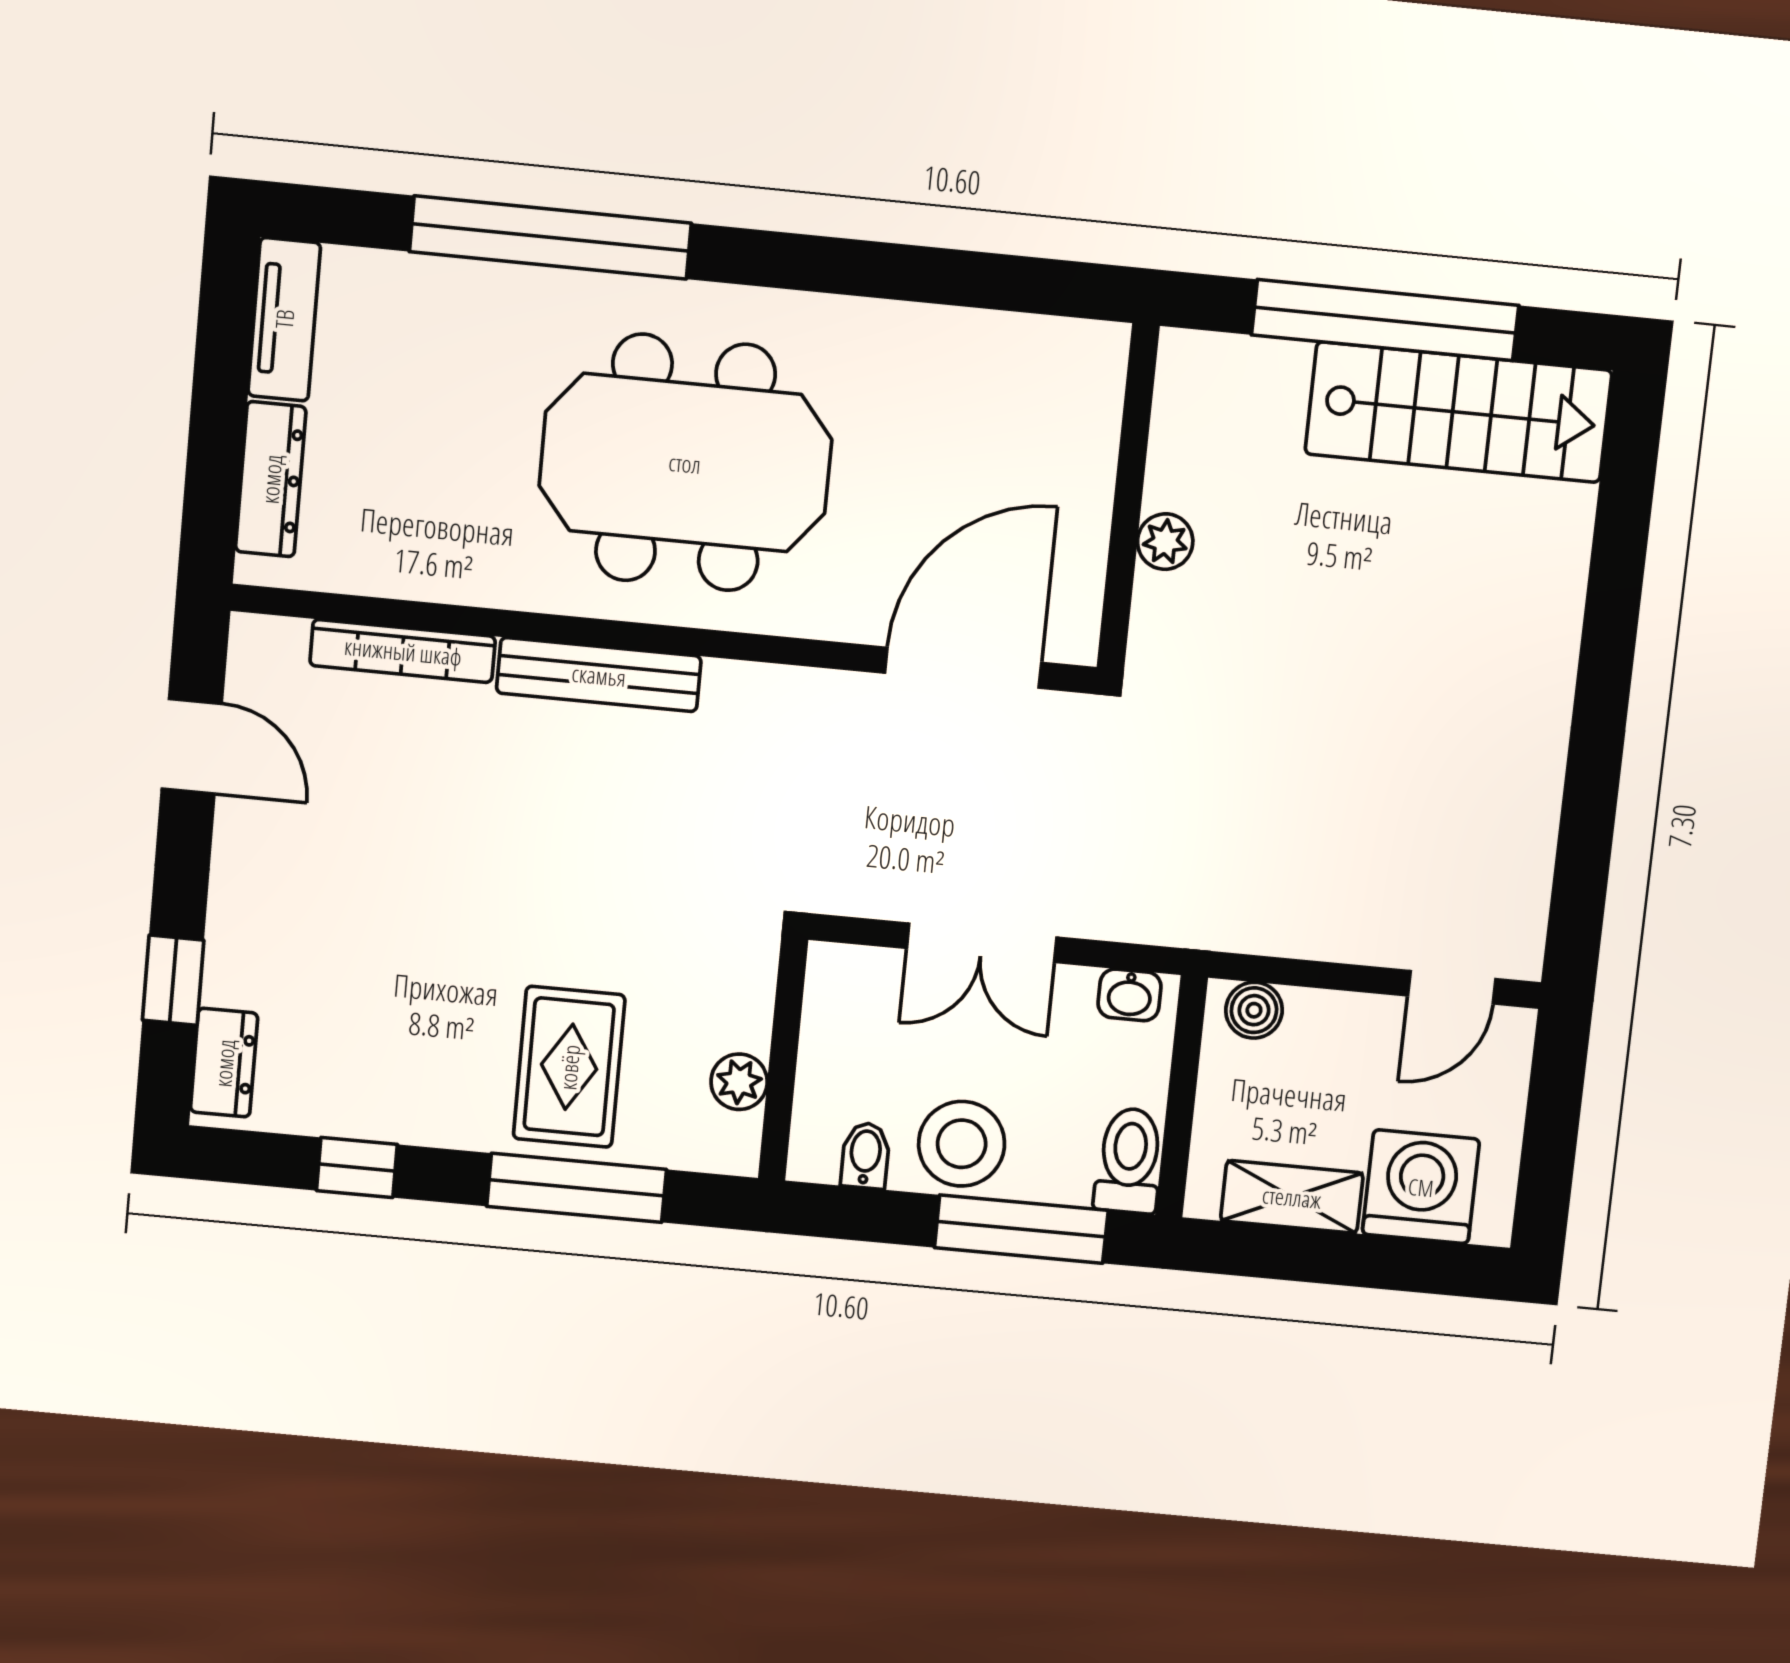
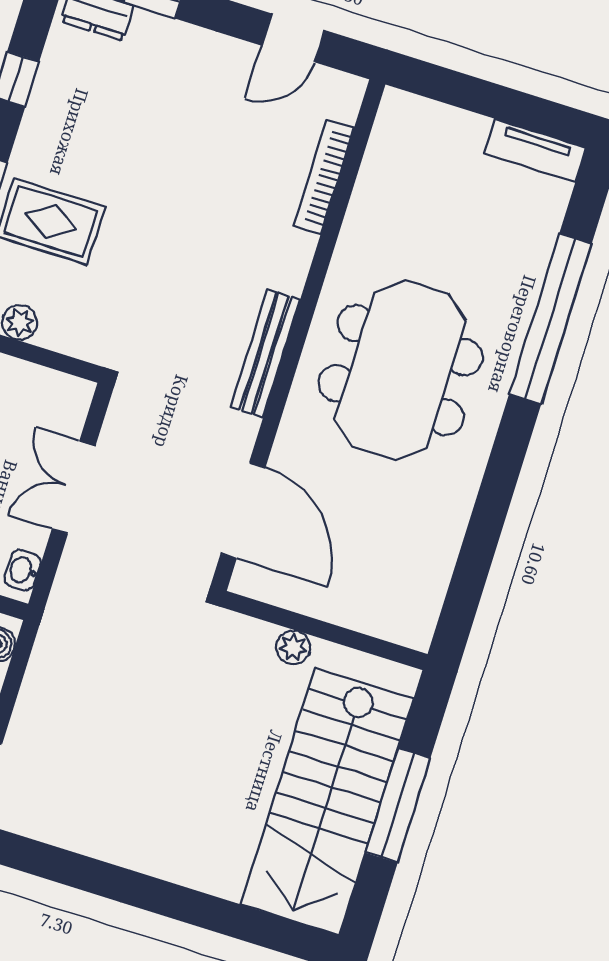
window: (1385, 320) -> (398, 805), width x0.68
stairs: (1459, 412) -> (327, 802), width x1.36, depth x1.51
dresser: (271, 479) -> (443, 121), removed
bench: (599, 675) -> (265, 353), moved

